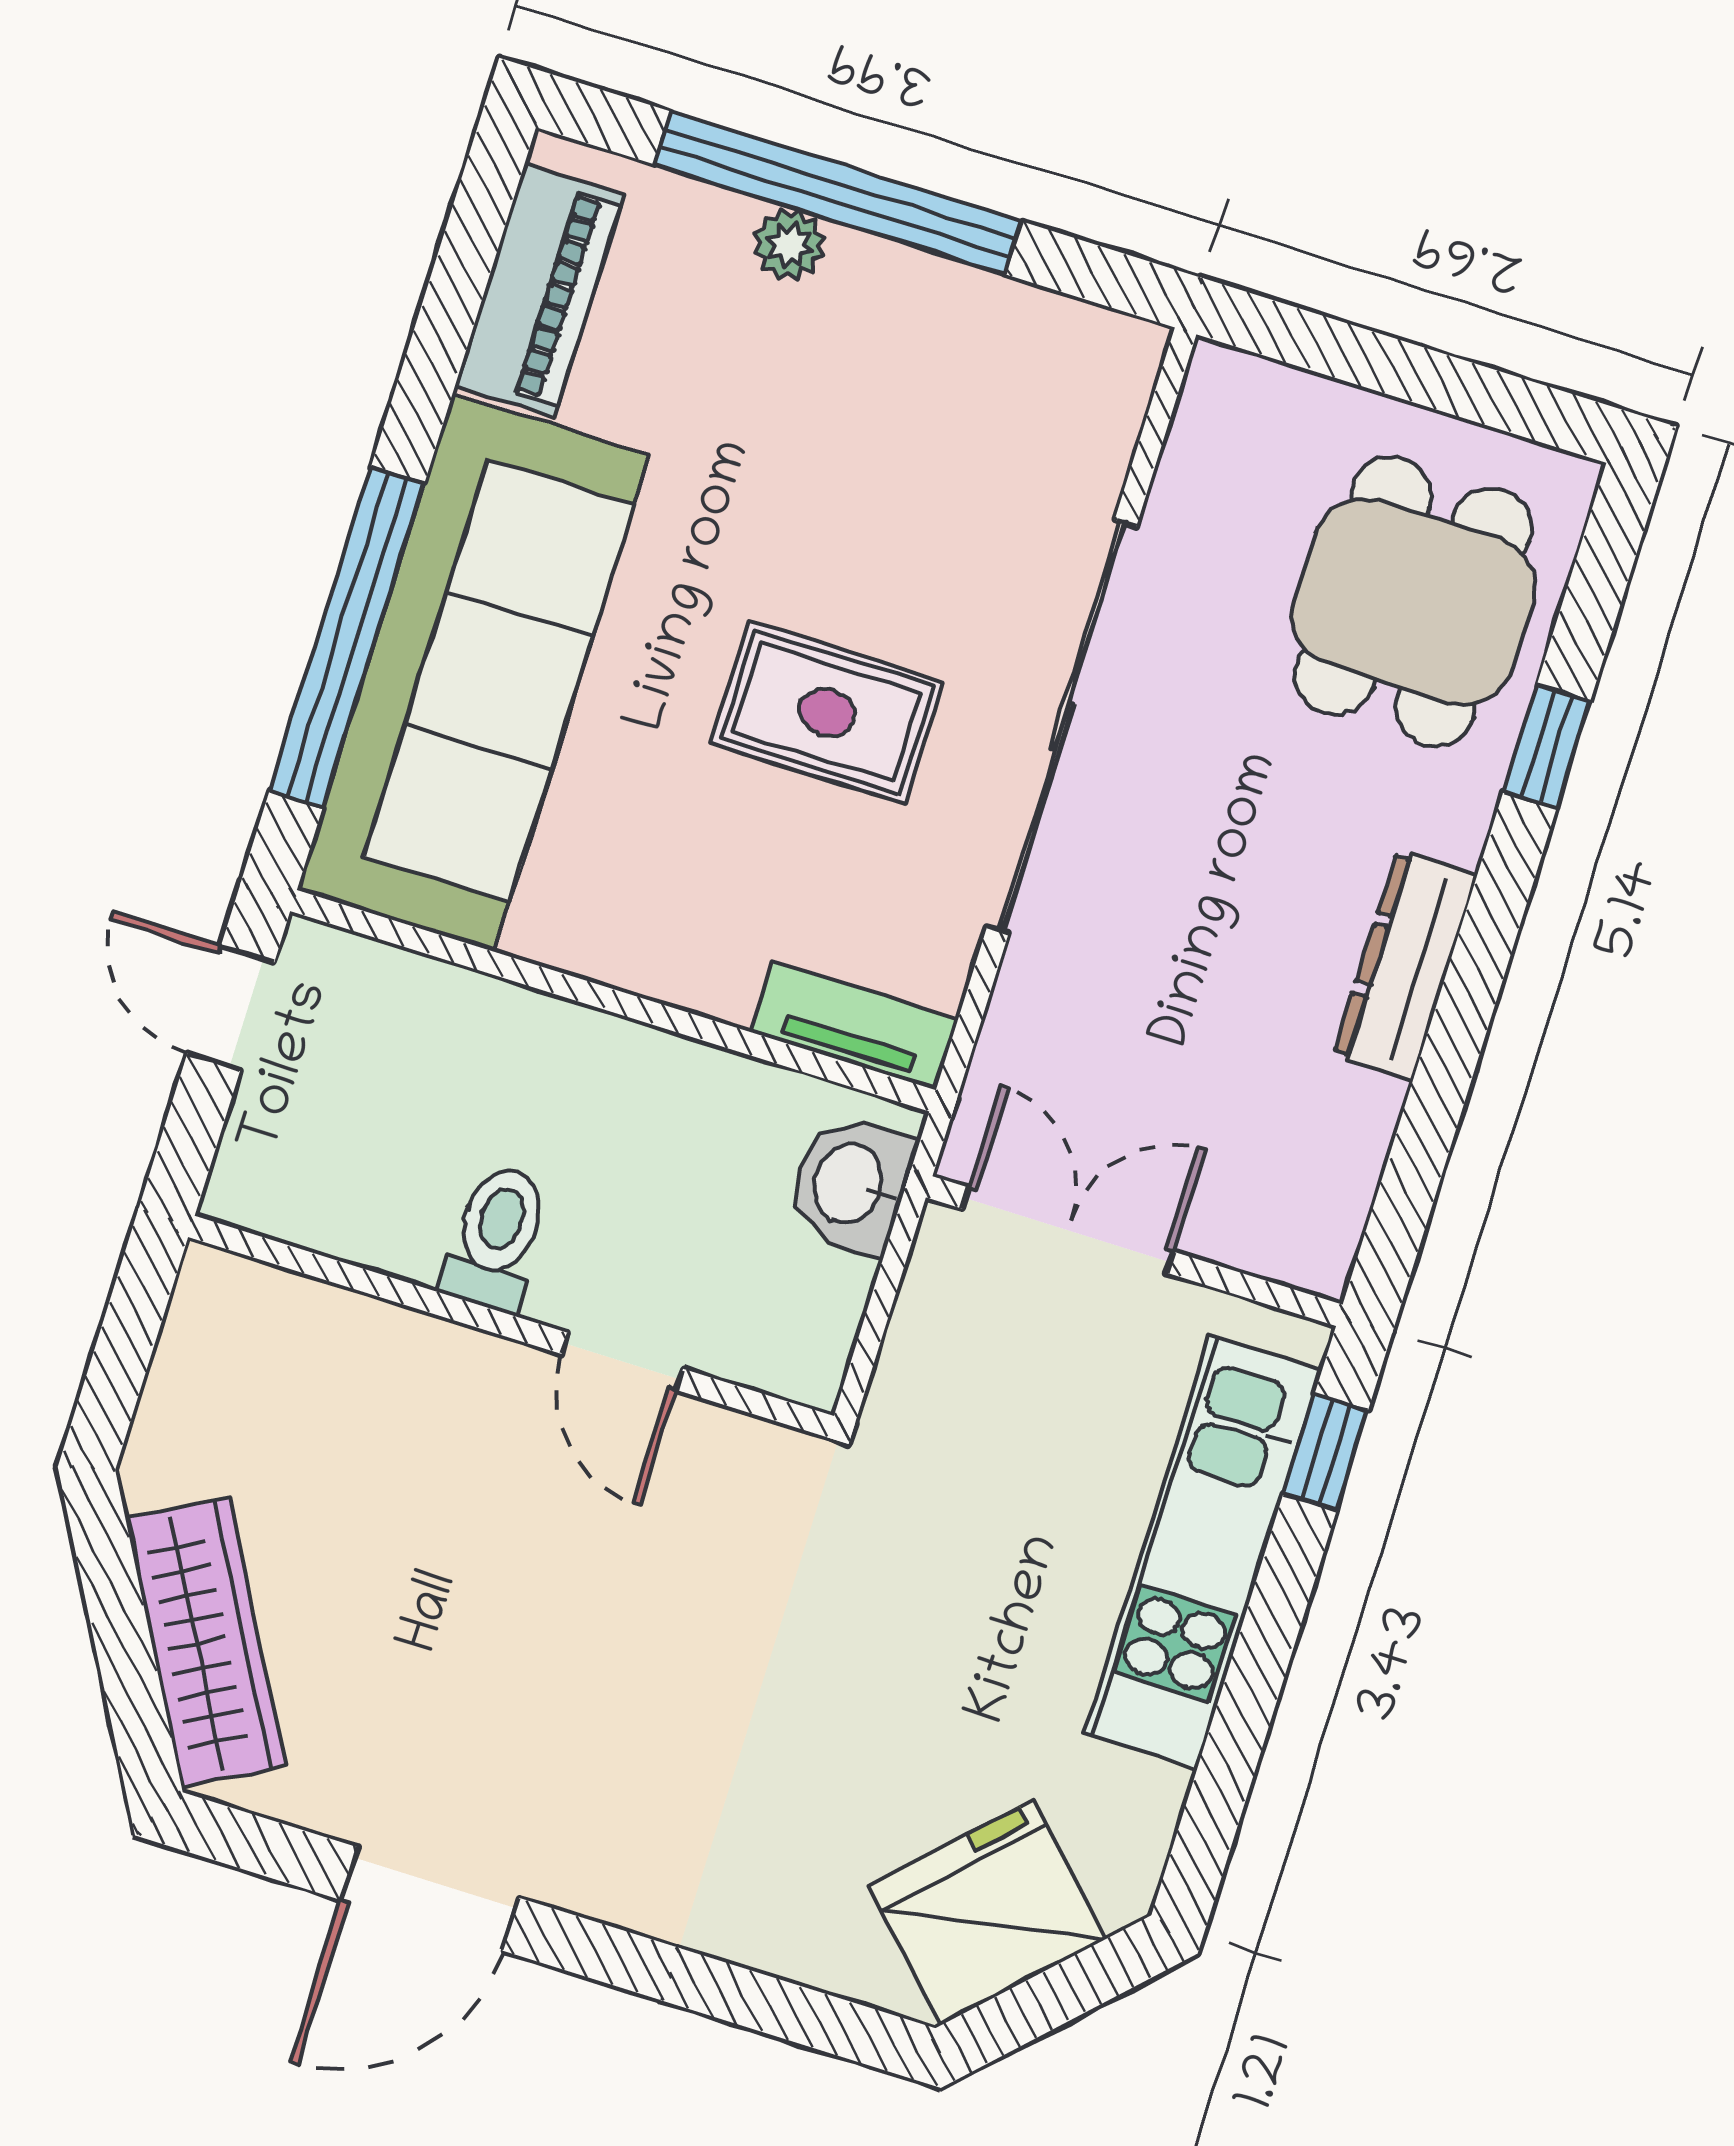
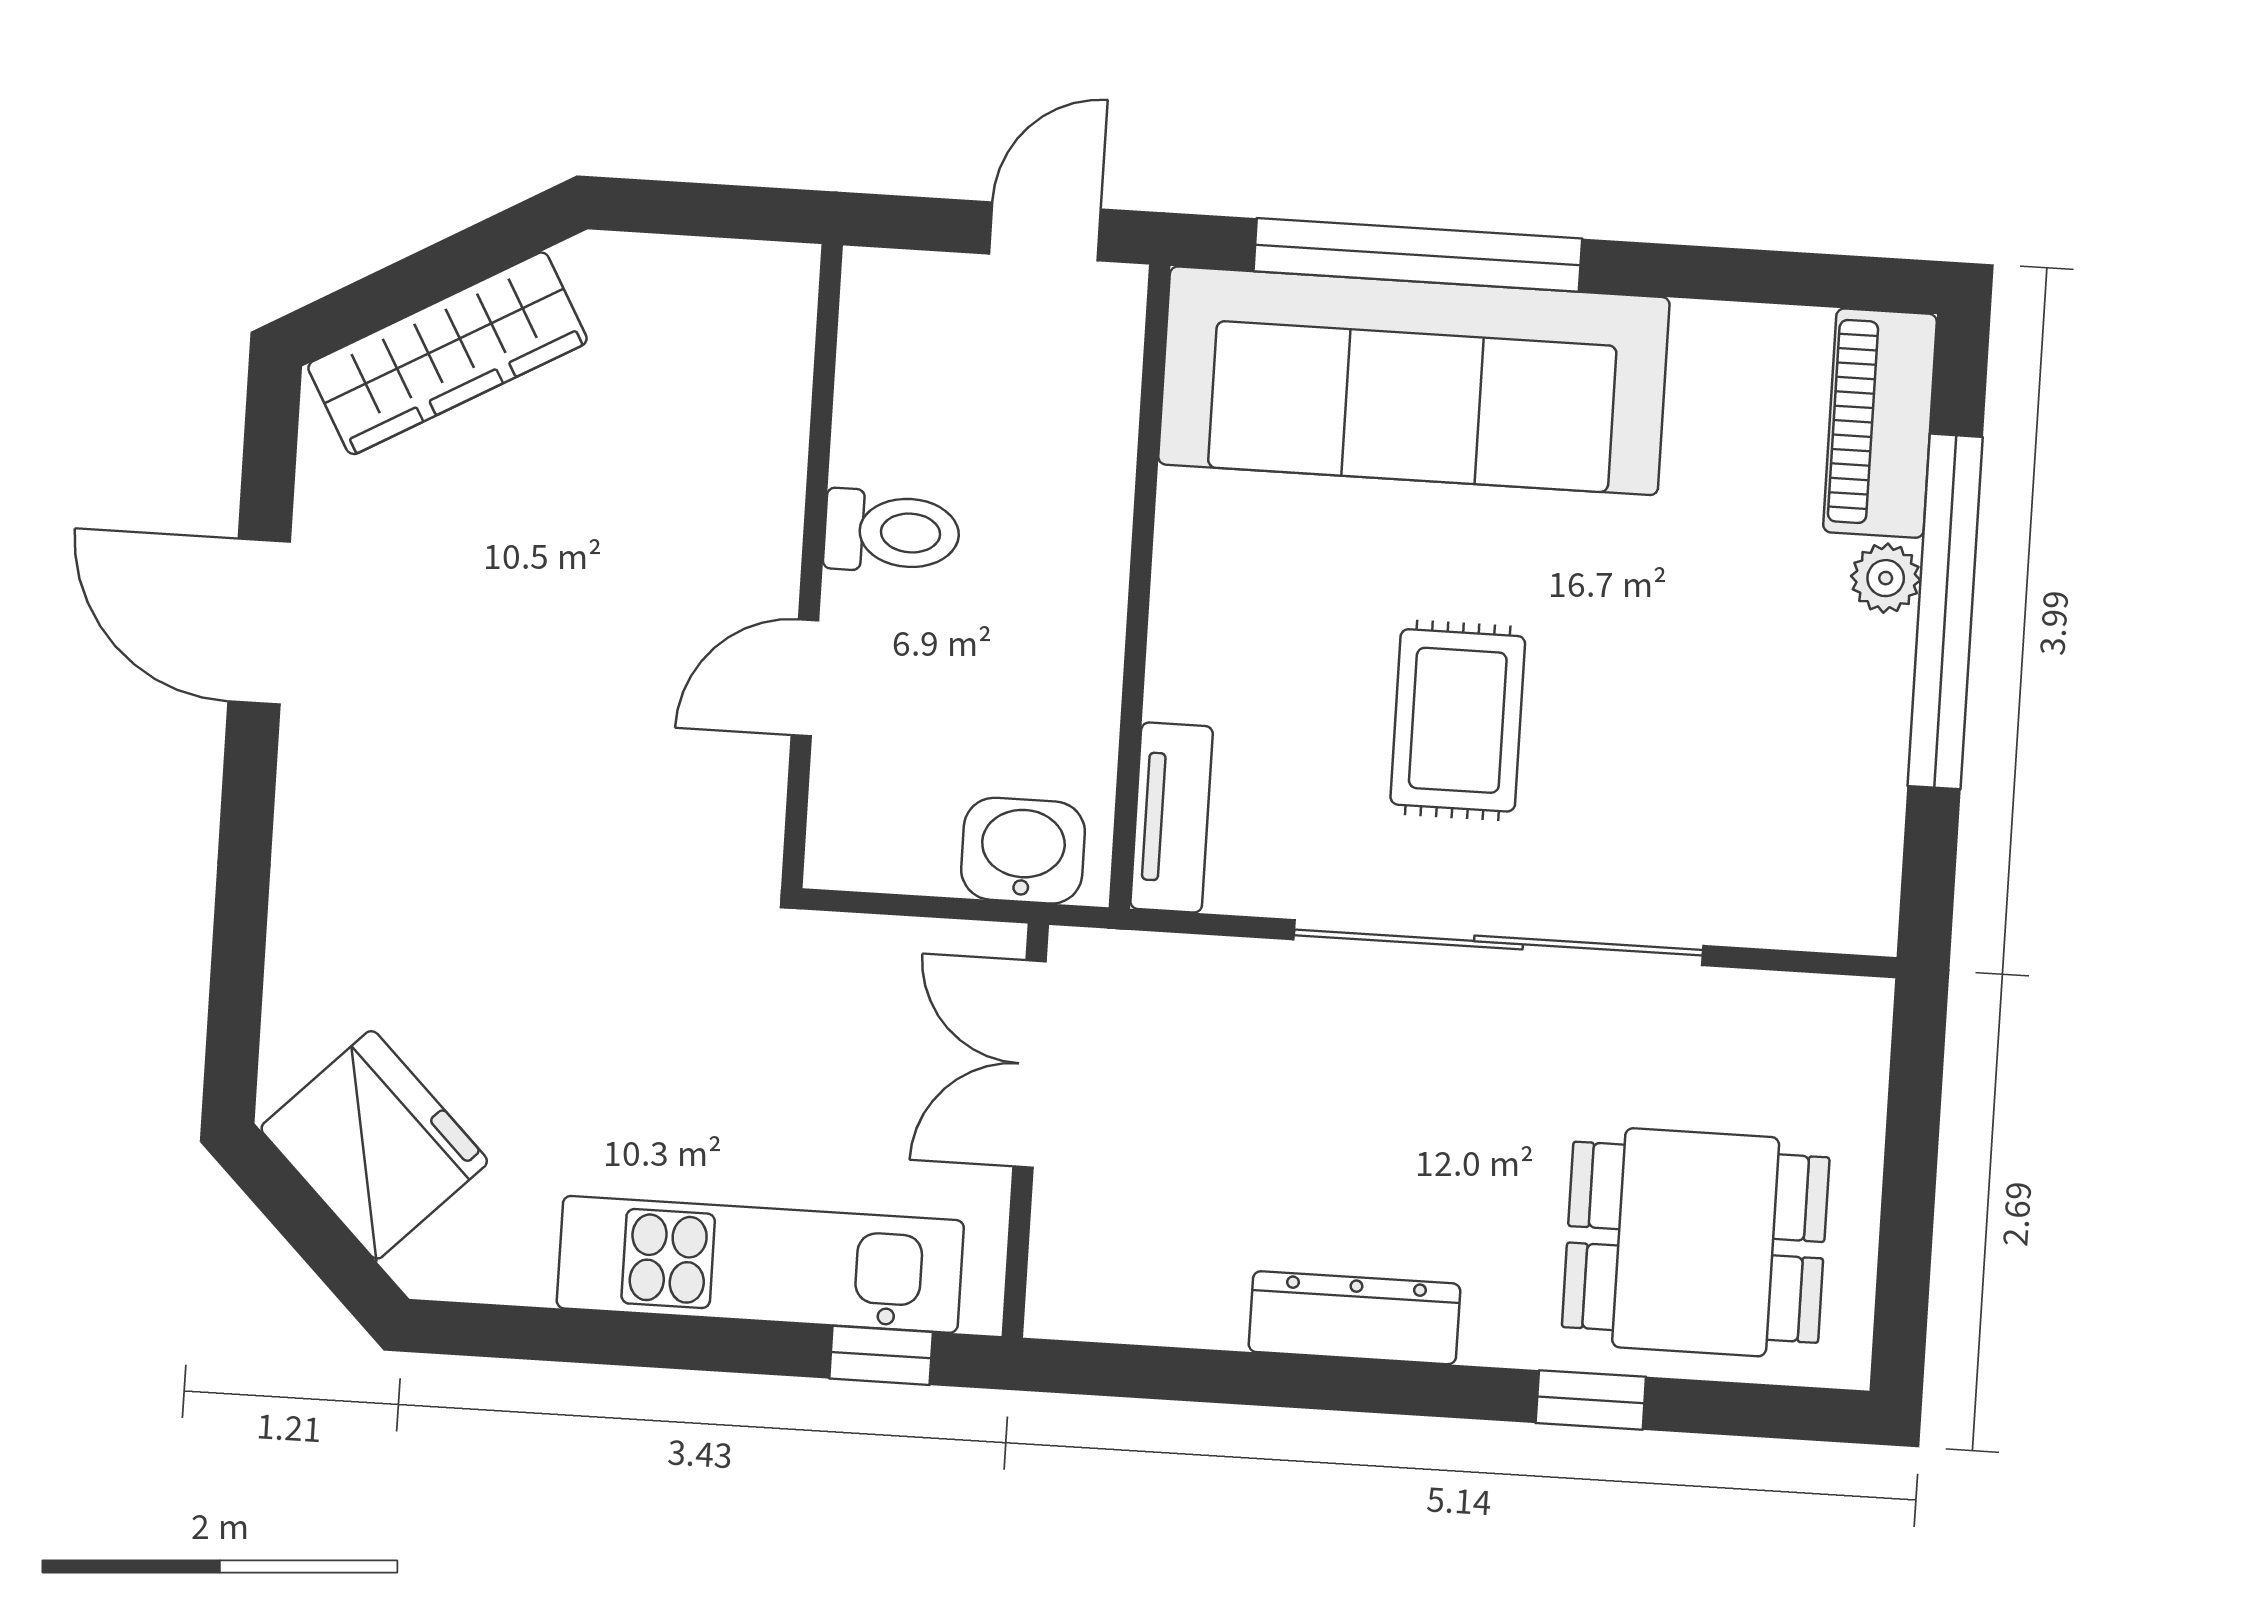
piano: (539, 290) -> (1880, 423), moved, turned 90
double door: (1068, 1230) -> (1030, 1064), swing flipped

